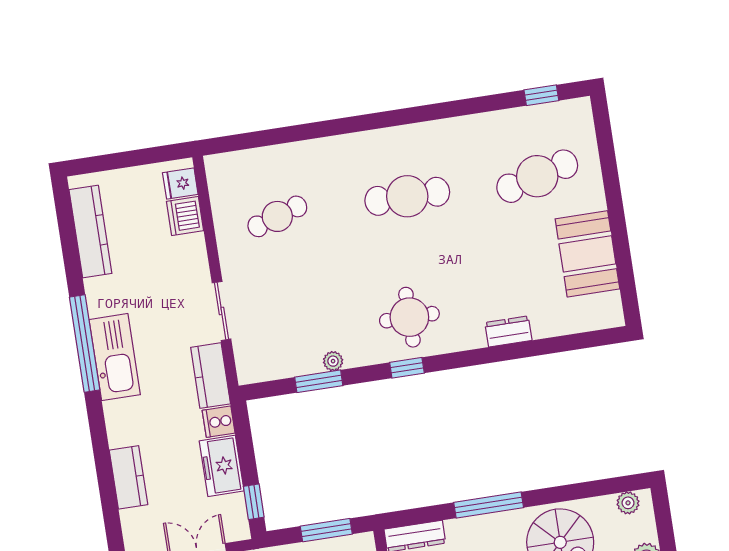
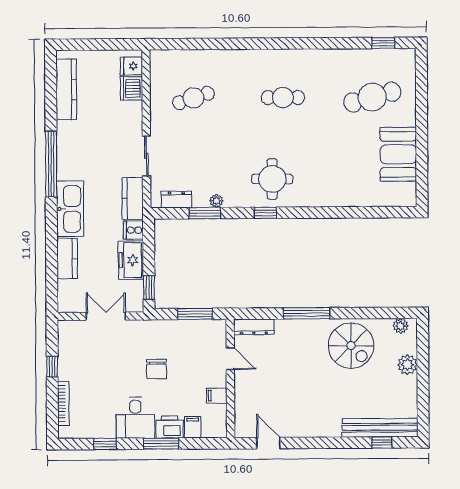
cafe table: (407, 196) -> (283, 98), width x0.73, depth x0.74
dresser: (508, 331) -> (176, 199), moved
kitchen sink: (115, 357) -> (70, 209), moved

